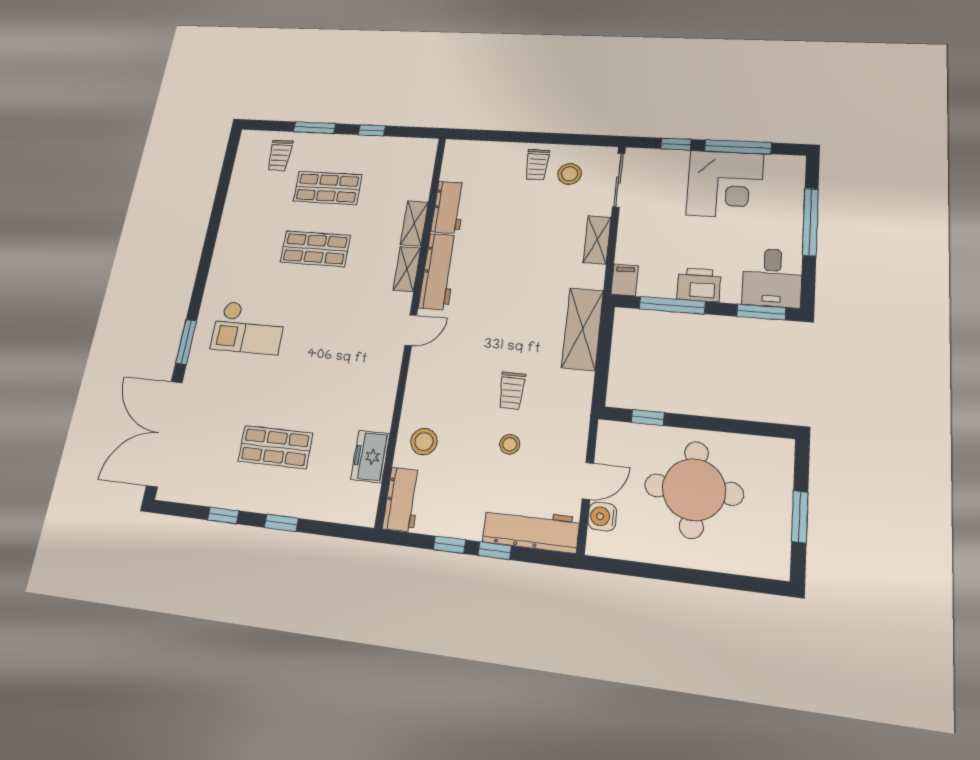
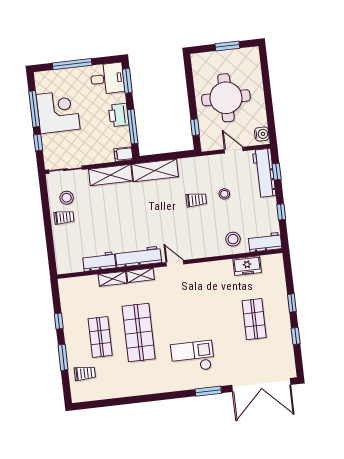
shelving: (597, 240) -> (110, 175), width x1.50, depth x1.33
shop shelf: (315, 249) -> (139, 333), width x1.43, depth x1.36
checkout: (249, 328) -> (193, 357), turned -90
water cooler: (602, 517) -> (262, 134), moved, turned -90
window: (495, 551) -> (277, 172), moved

